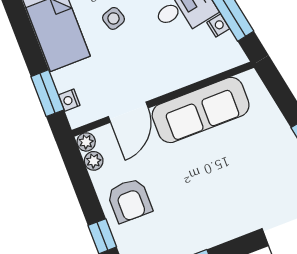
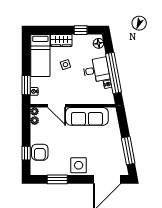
door: (128, 112) -> (57, 106), hinge flipped
armchair: (129, 200) -> (40, 152), moved
side table: (223, 220) -> (79, 165), added

